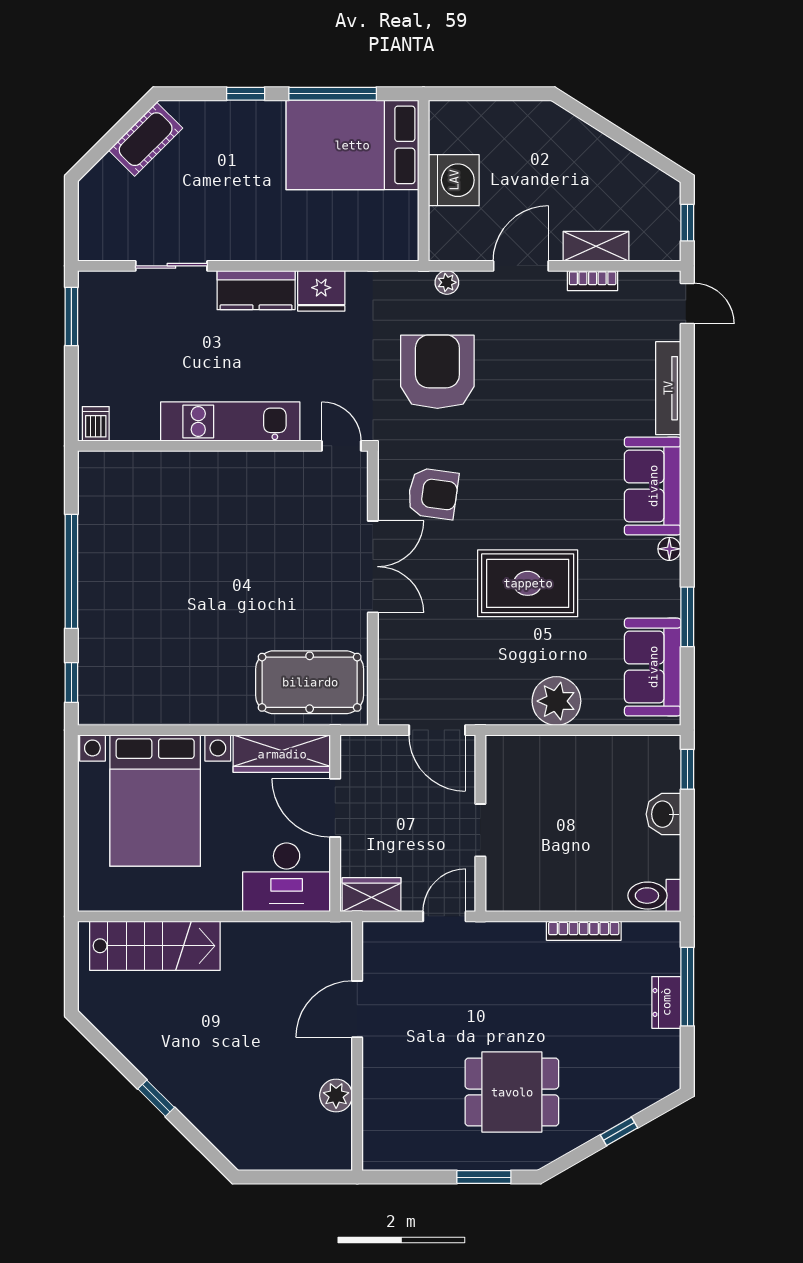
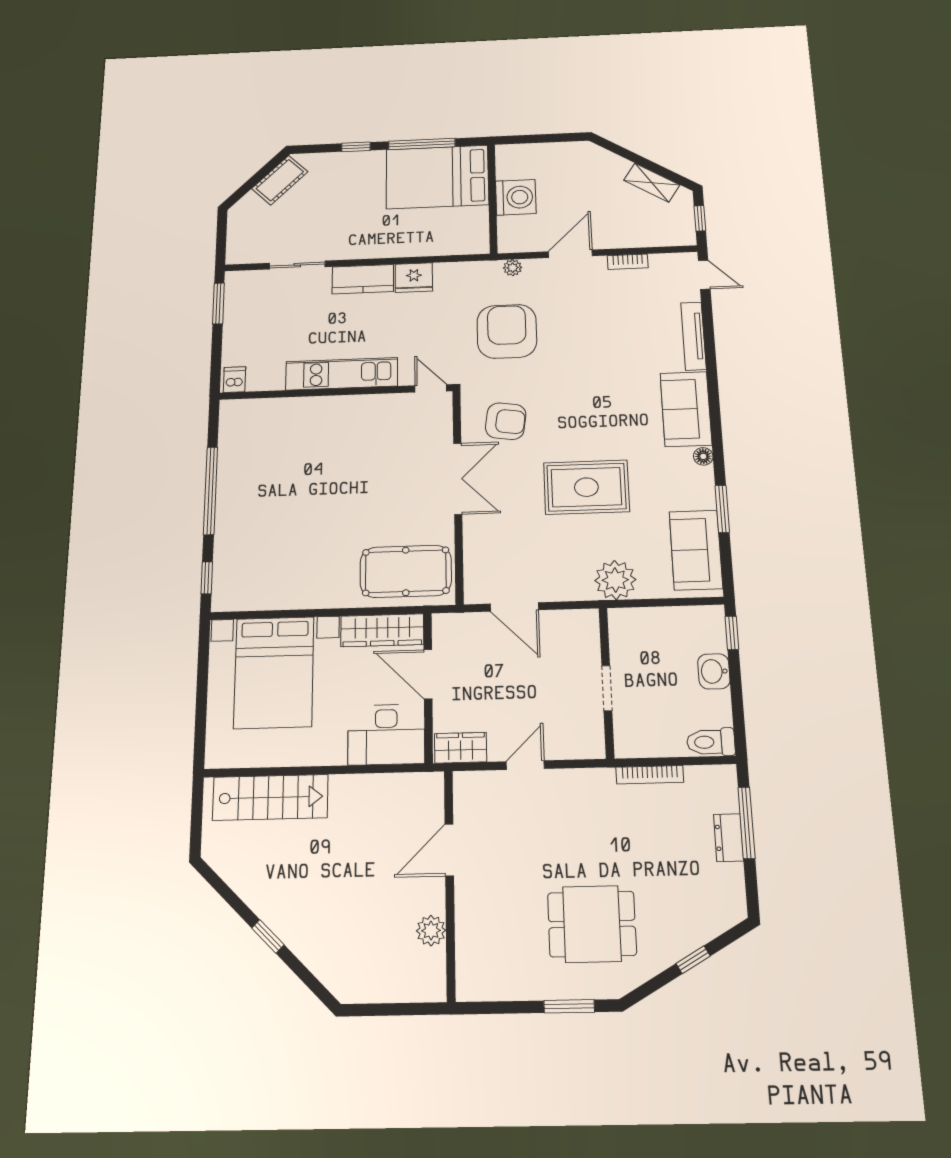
shelving: (596, 246) -> (652, 183), moved, turned 32
wall: (480, 823) -> (606, 682), moved
doorway: (480, 830) -> (607, 688), moved

